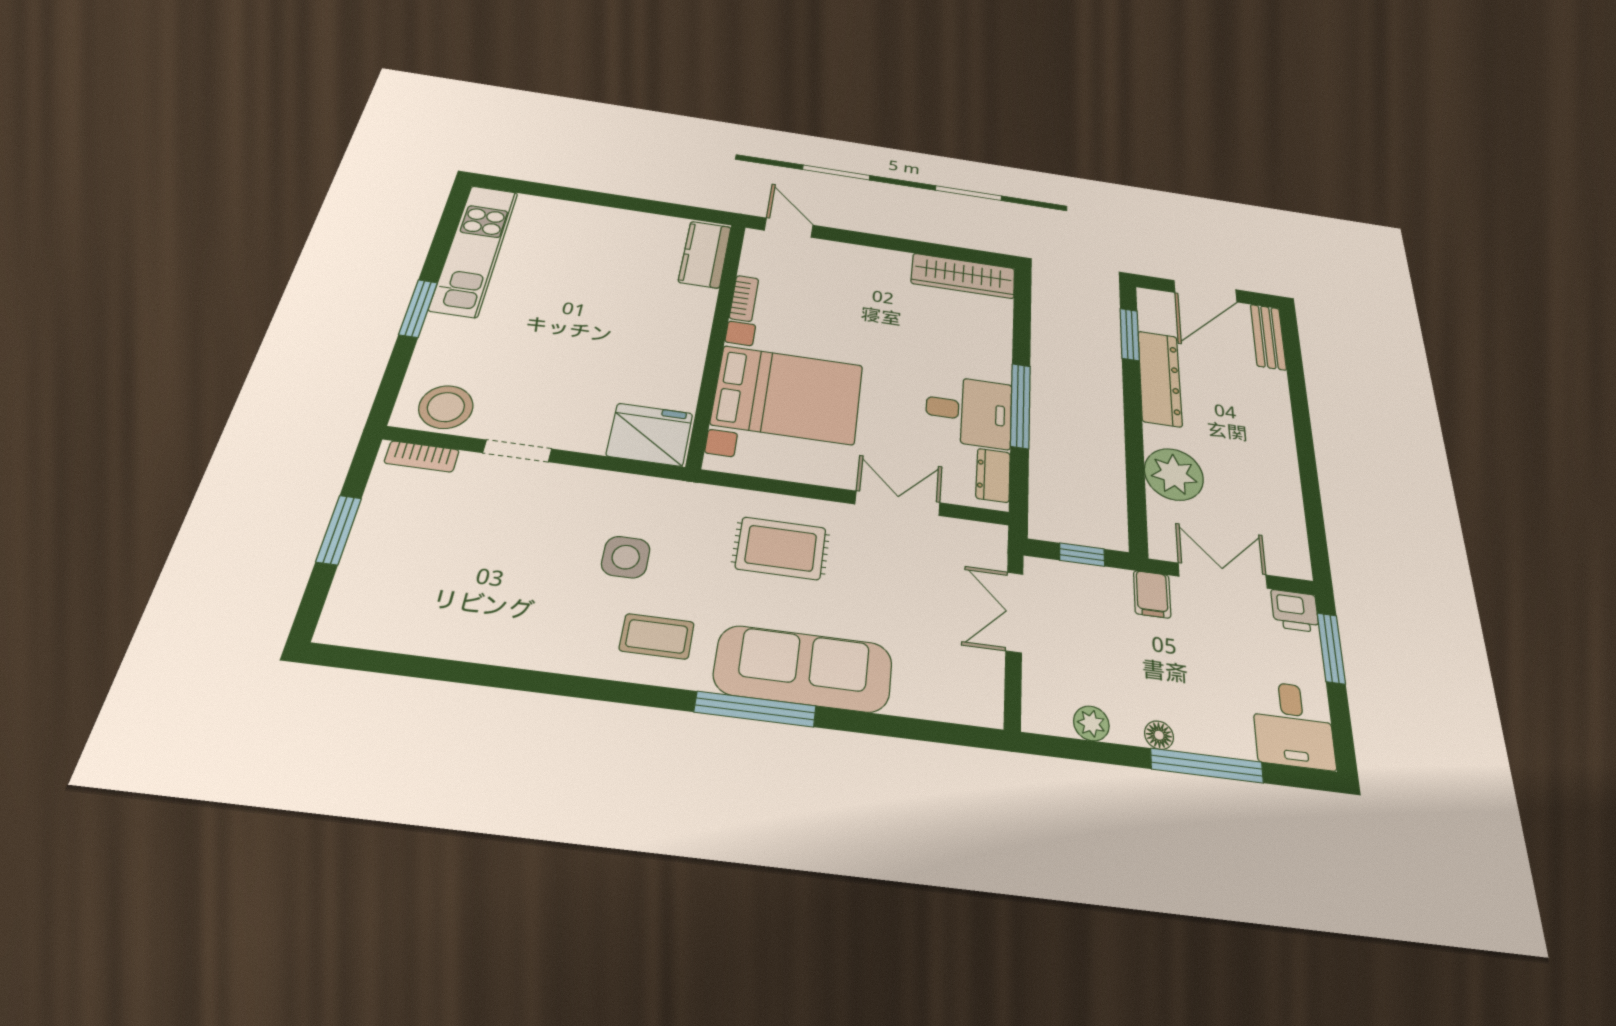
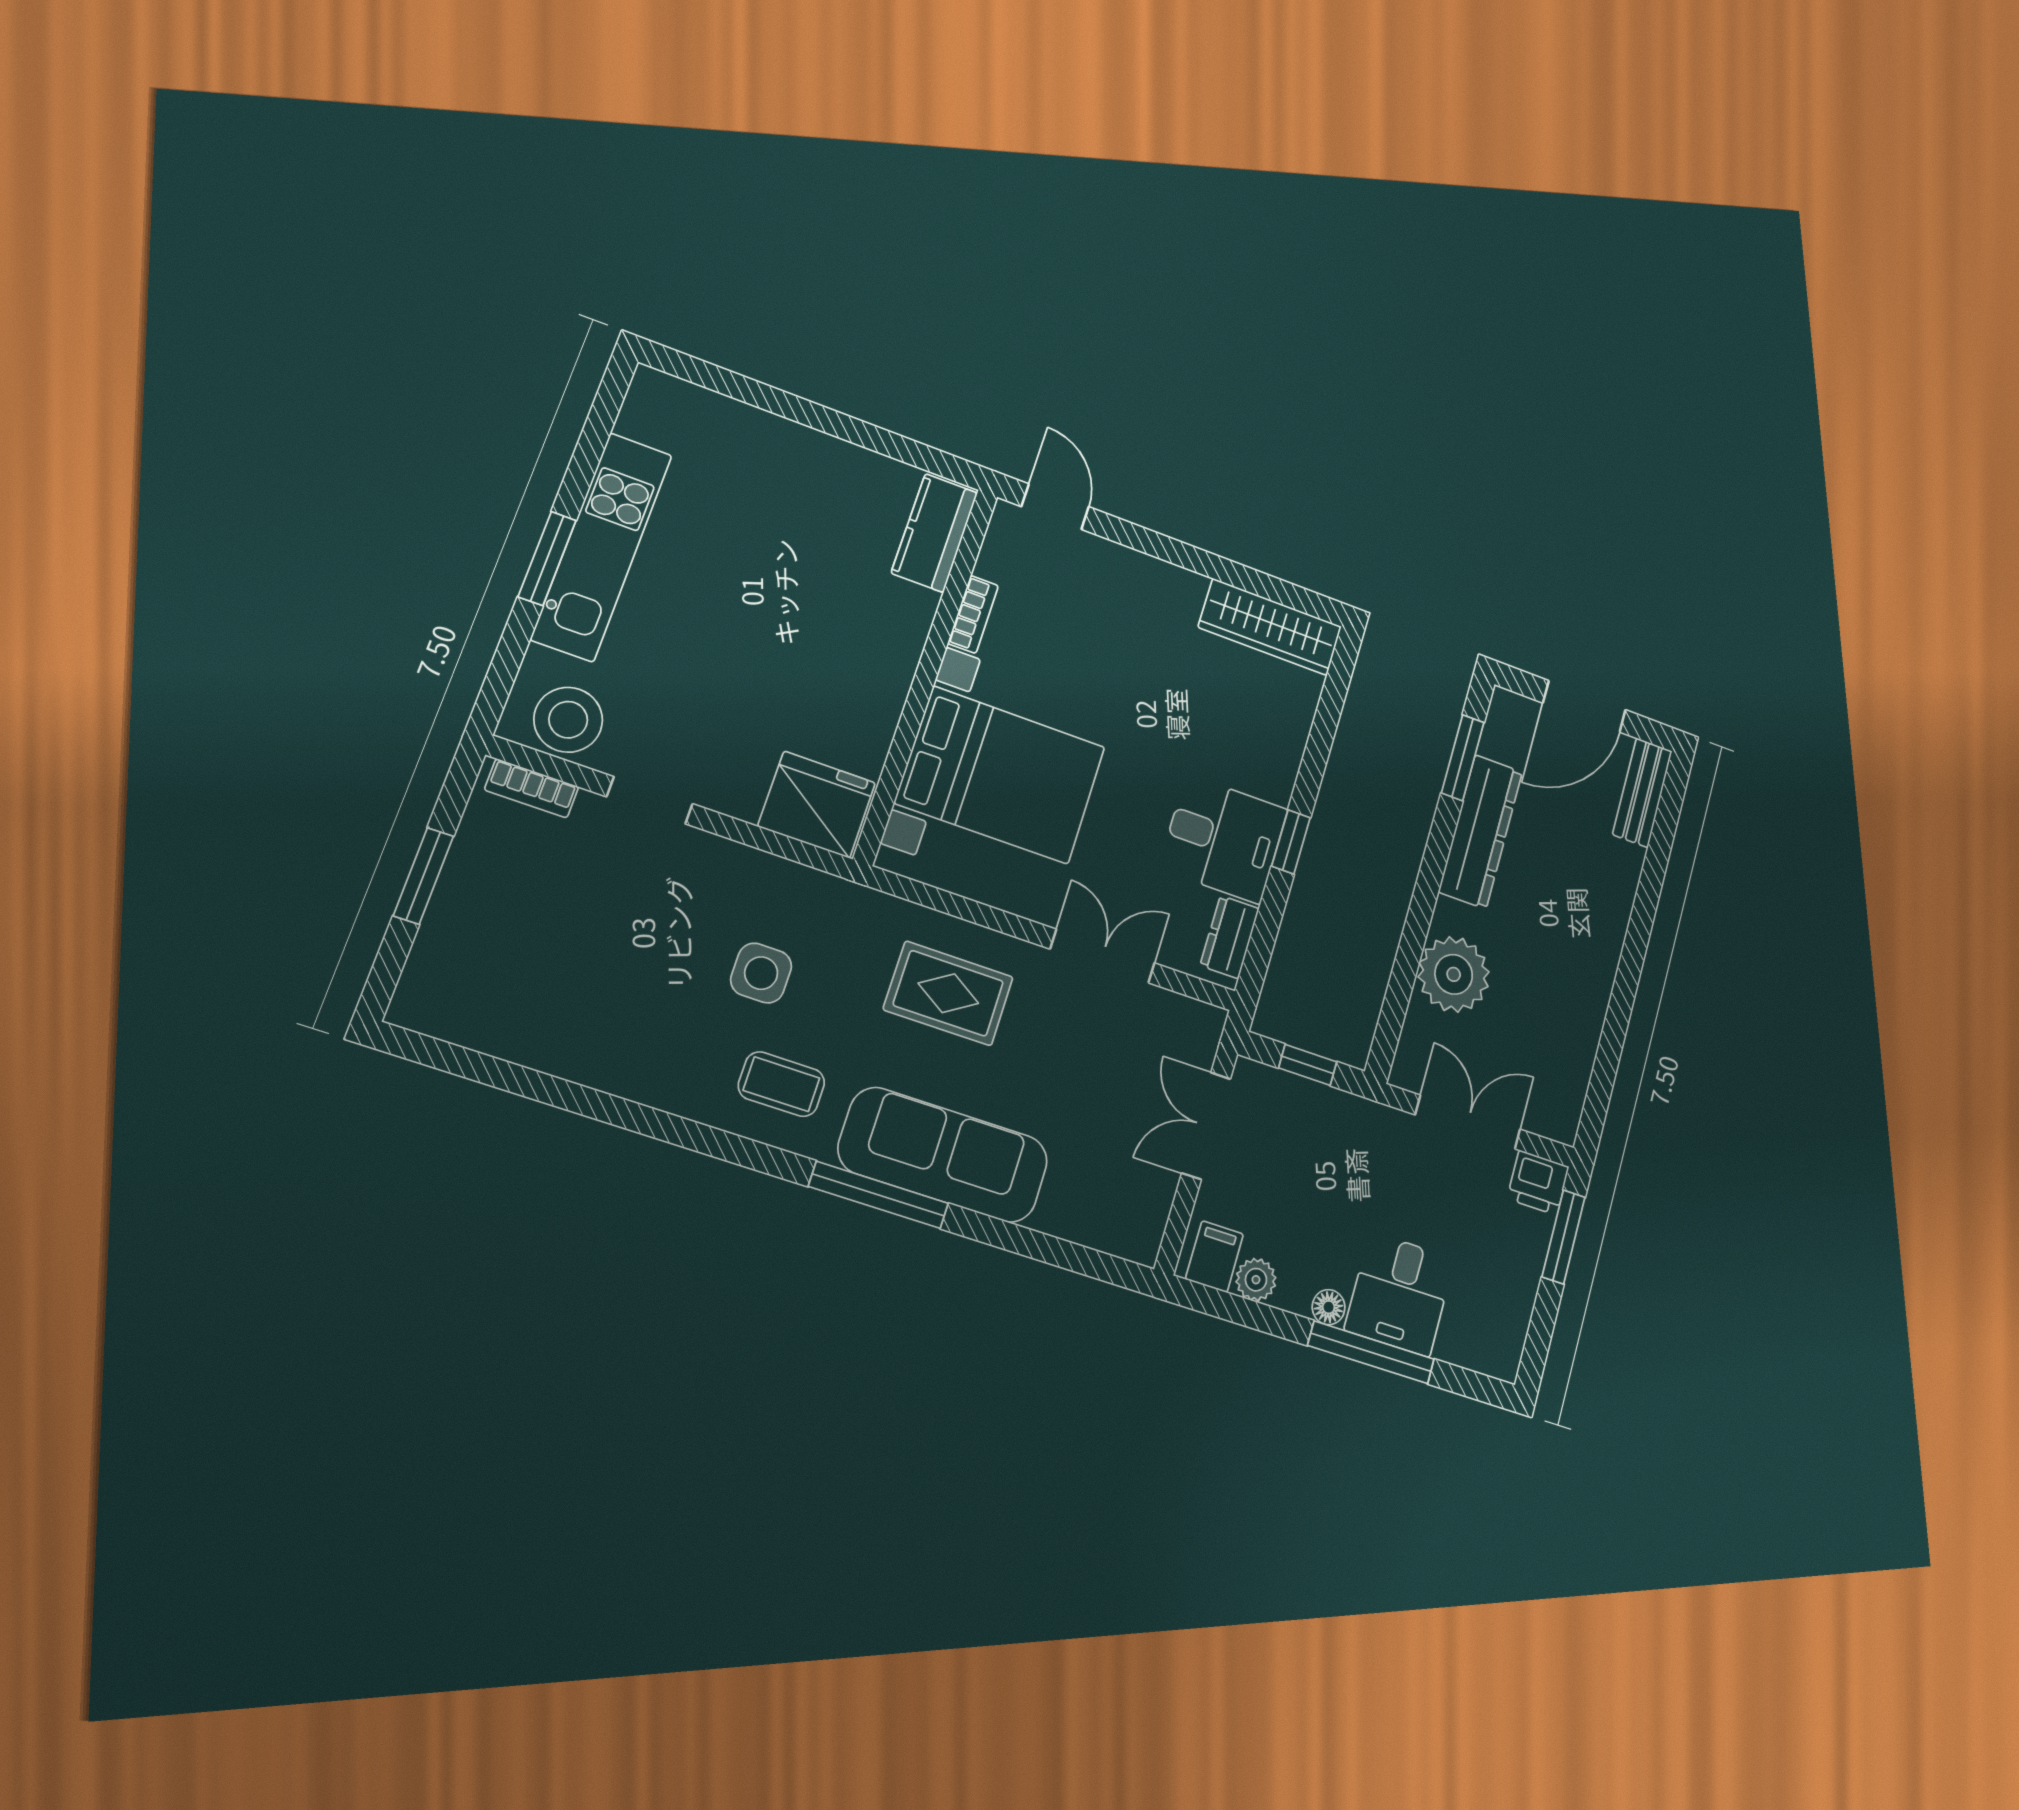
kitchen unit: (474, 250) -> (602, 546), moved
window: (1020, 406) -> (1291, 842), width x0.46
filing cabinet: (1152, 594) -> (1214, 1257), moved, turned 180
desk: (1293, 725) -> (1400, 1294), moved

